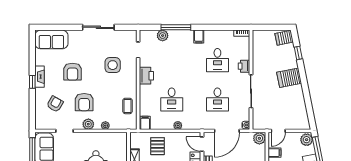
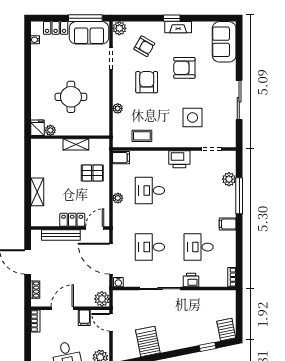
server rack: (289, 78) -> (148, 341), moved
armchair: (84, 102) -> (147, 82), turned 90
plant: (88, 124) -> (119, 28), moved

